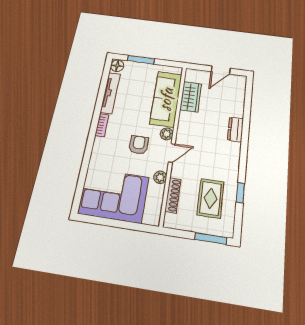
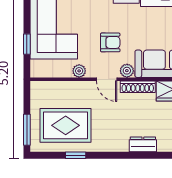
shoe rack: (173, 195) -> (138, 87), moved
rug: (211, 198) -> (66, 125), width x1.36, depth x1.43
window: (126, 225) -> (27, 44), added

